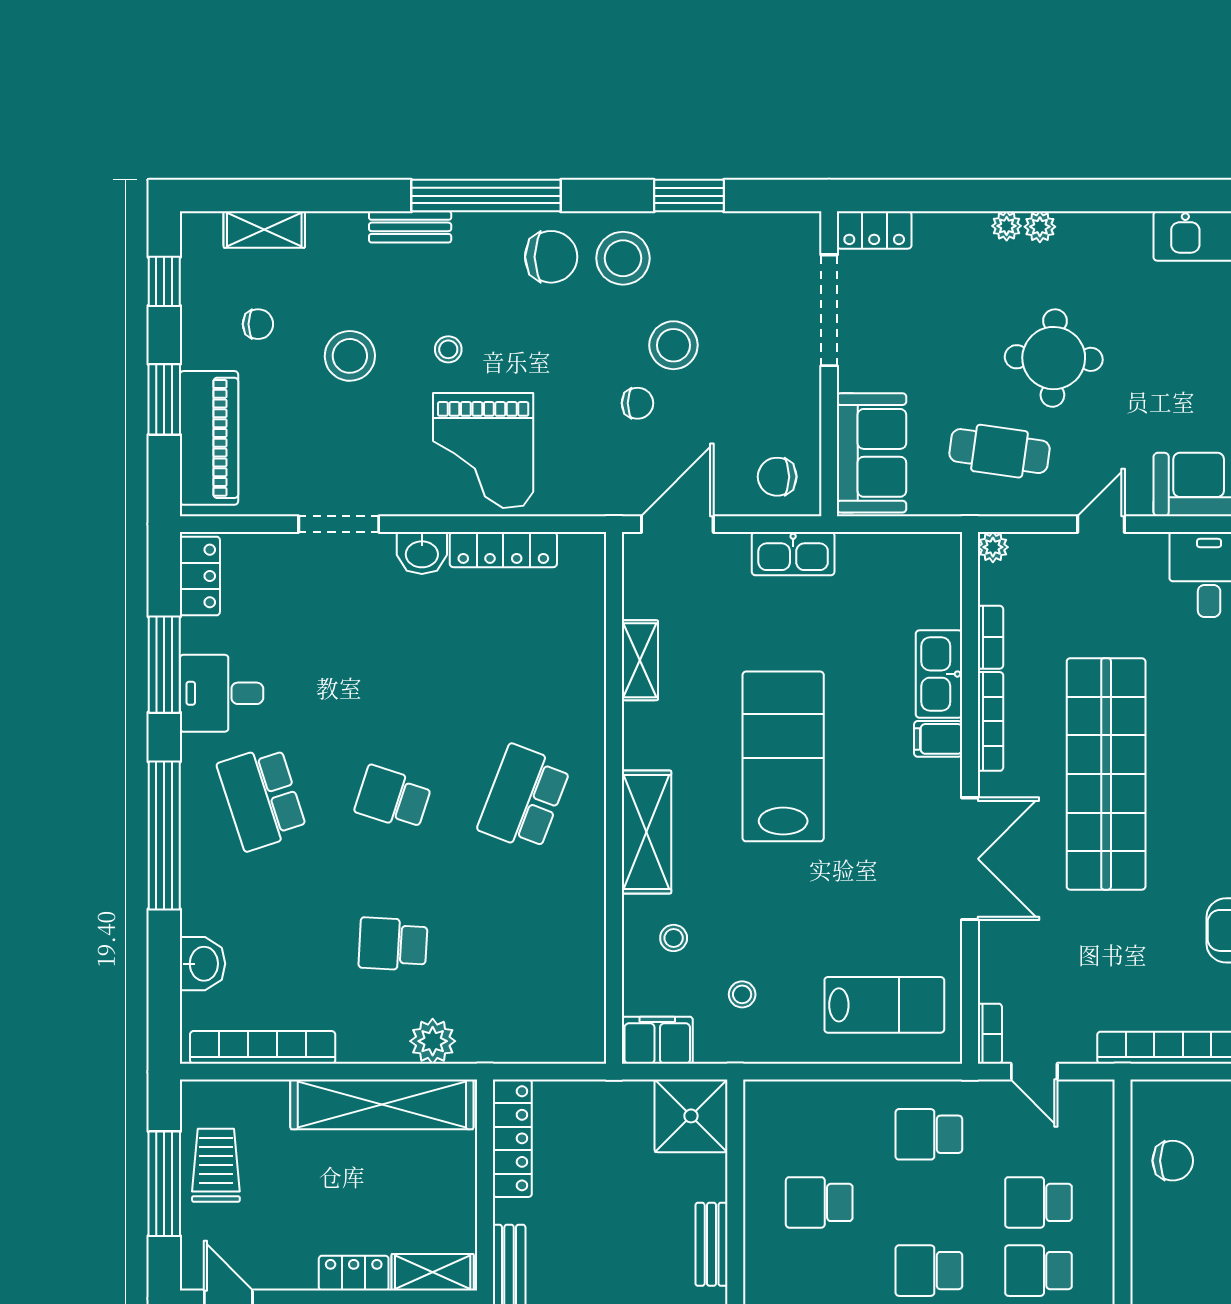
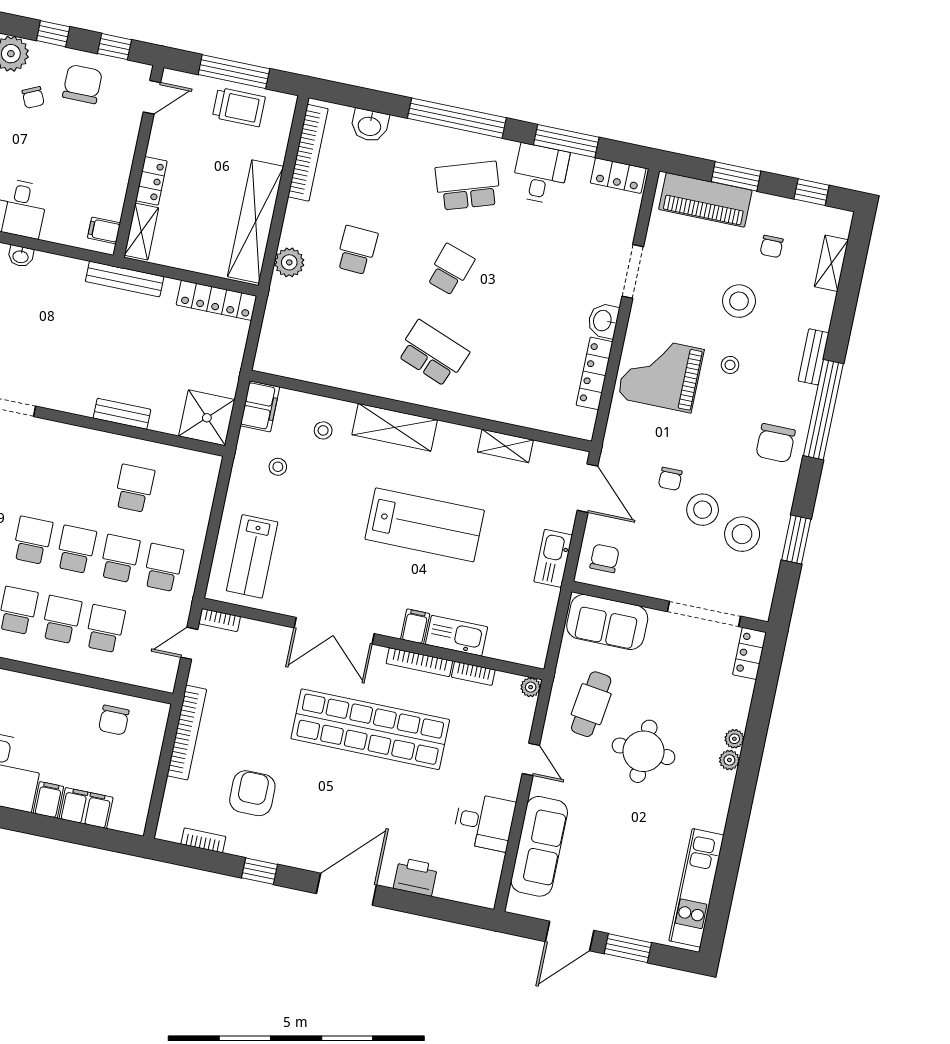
stool: (623, 258) -> (742, 534), moved
school desk: (929, 1202) -> (120, 558), added

